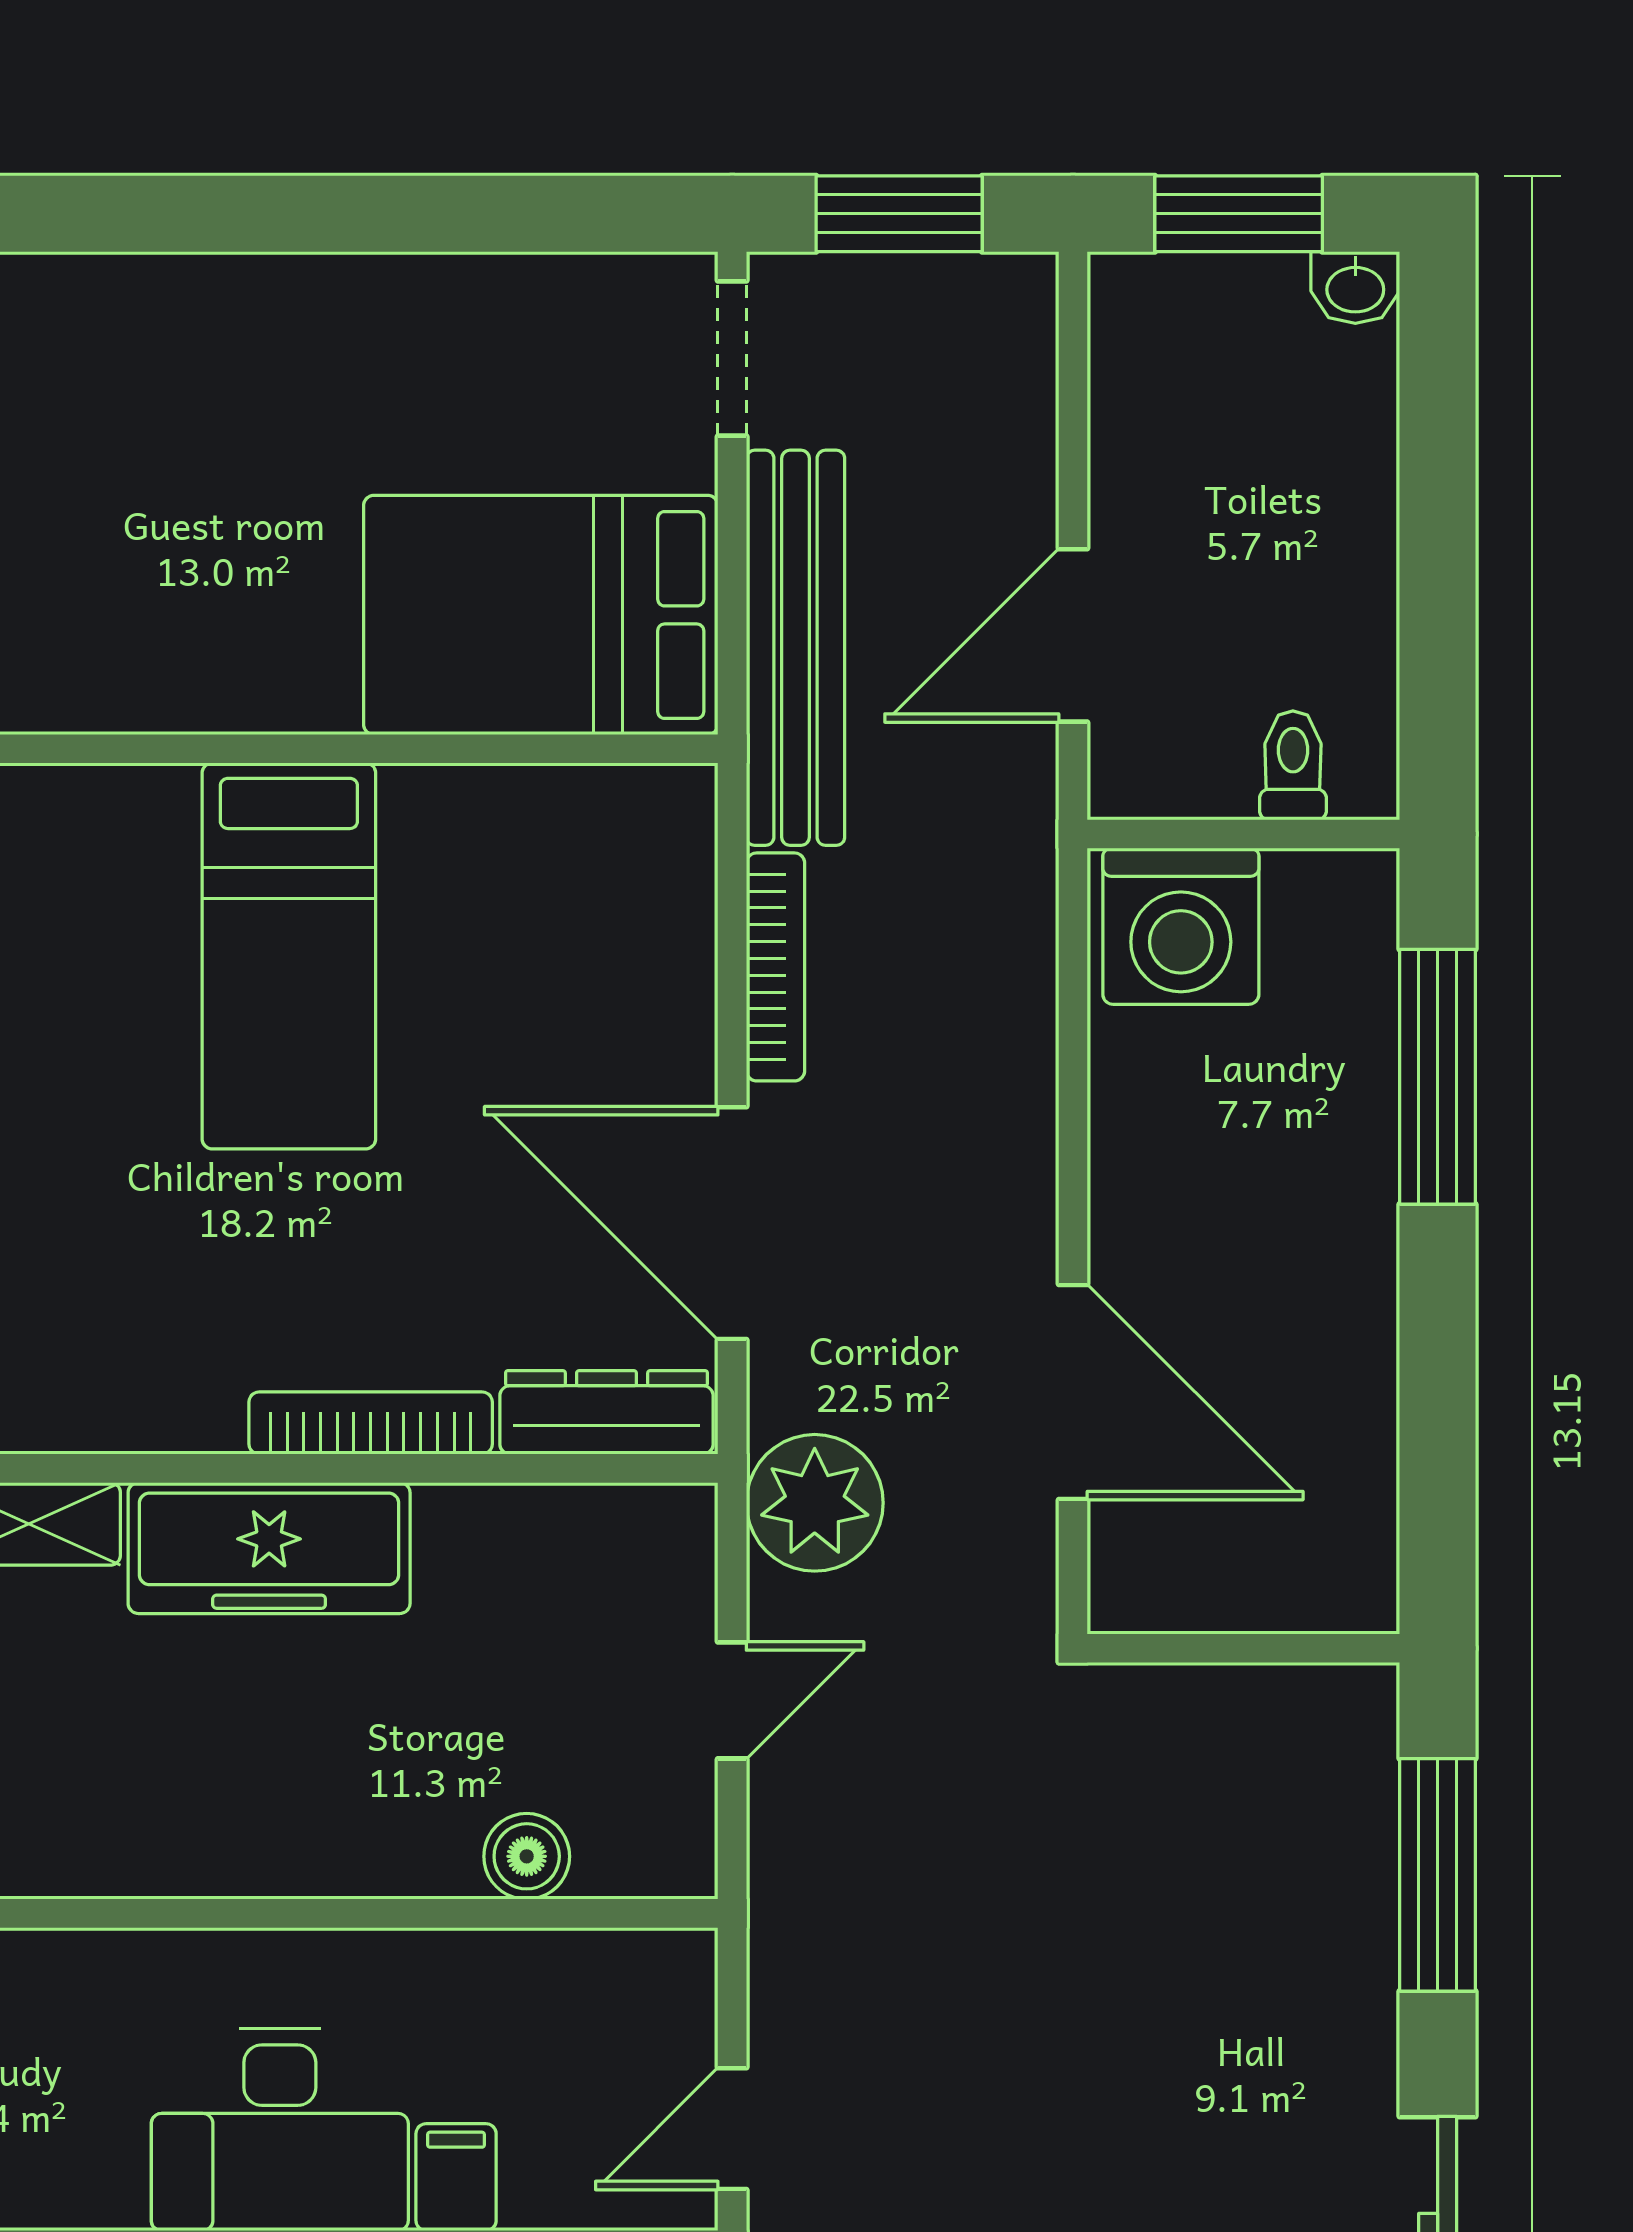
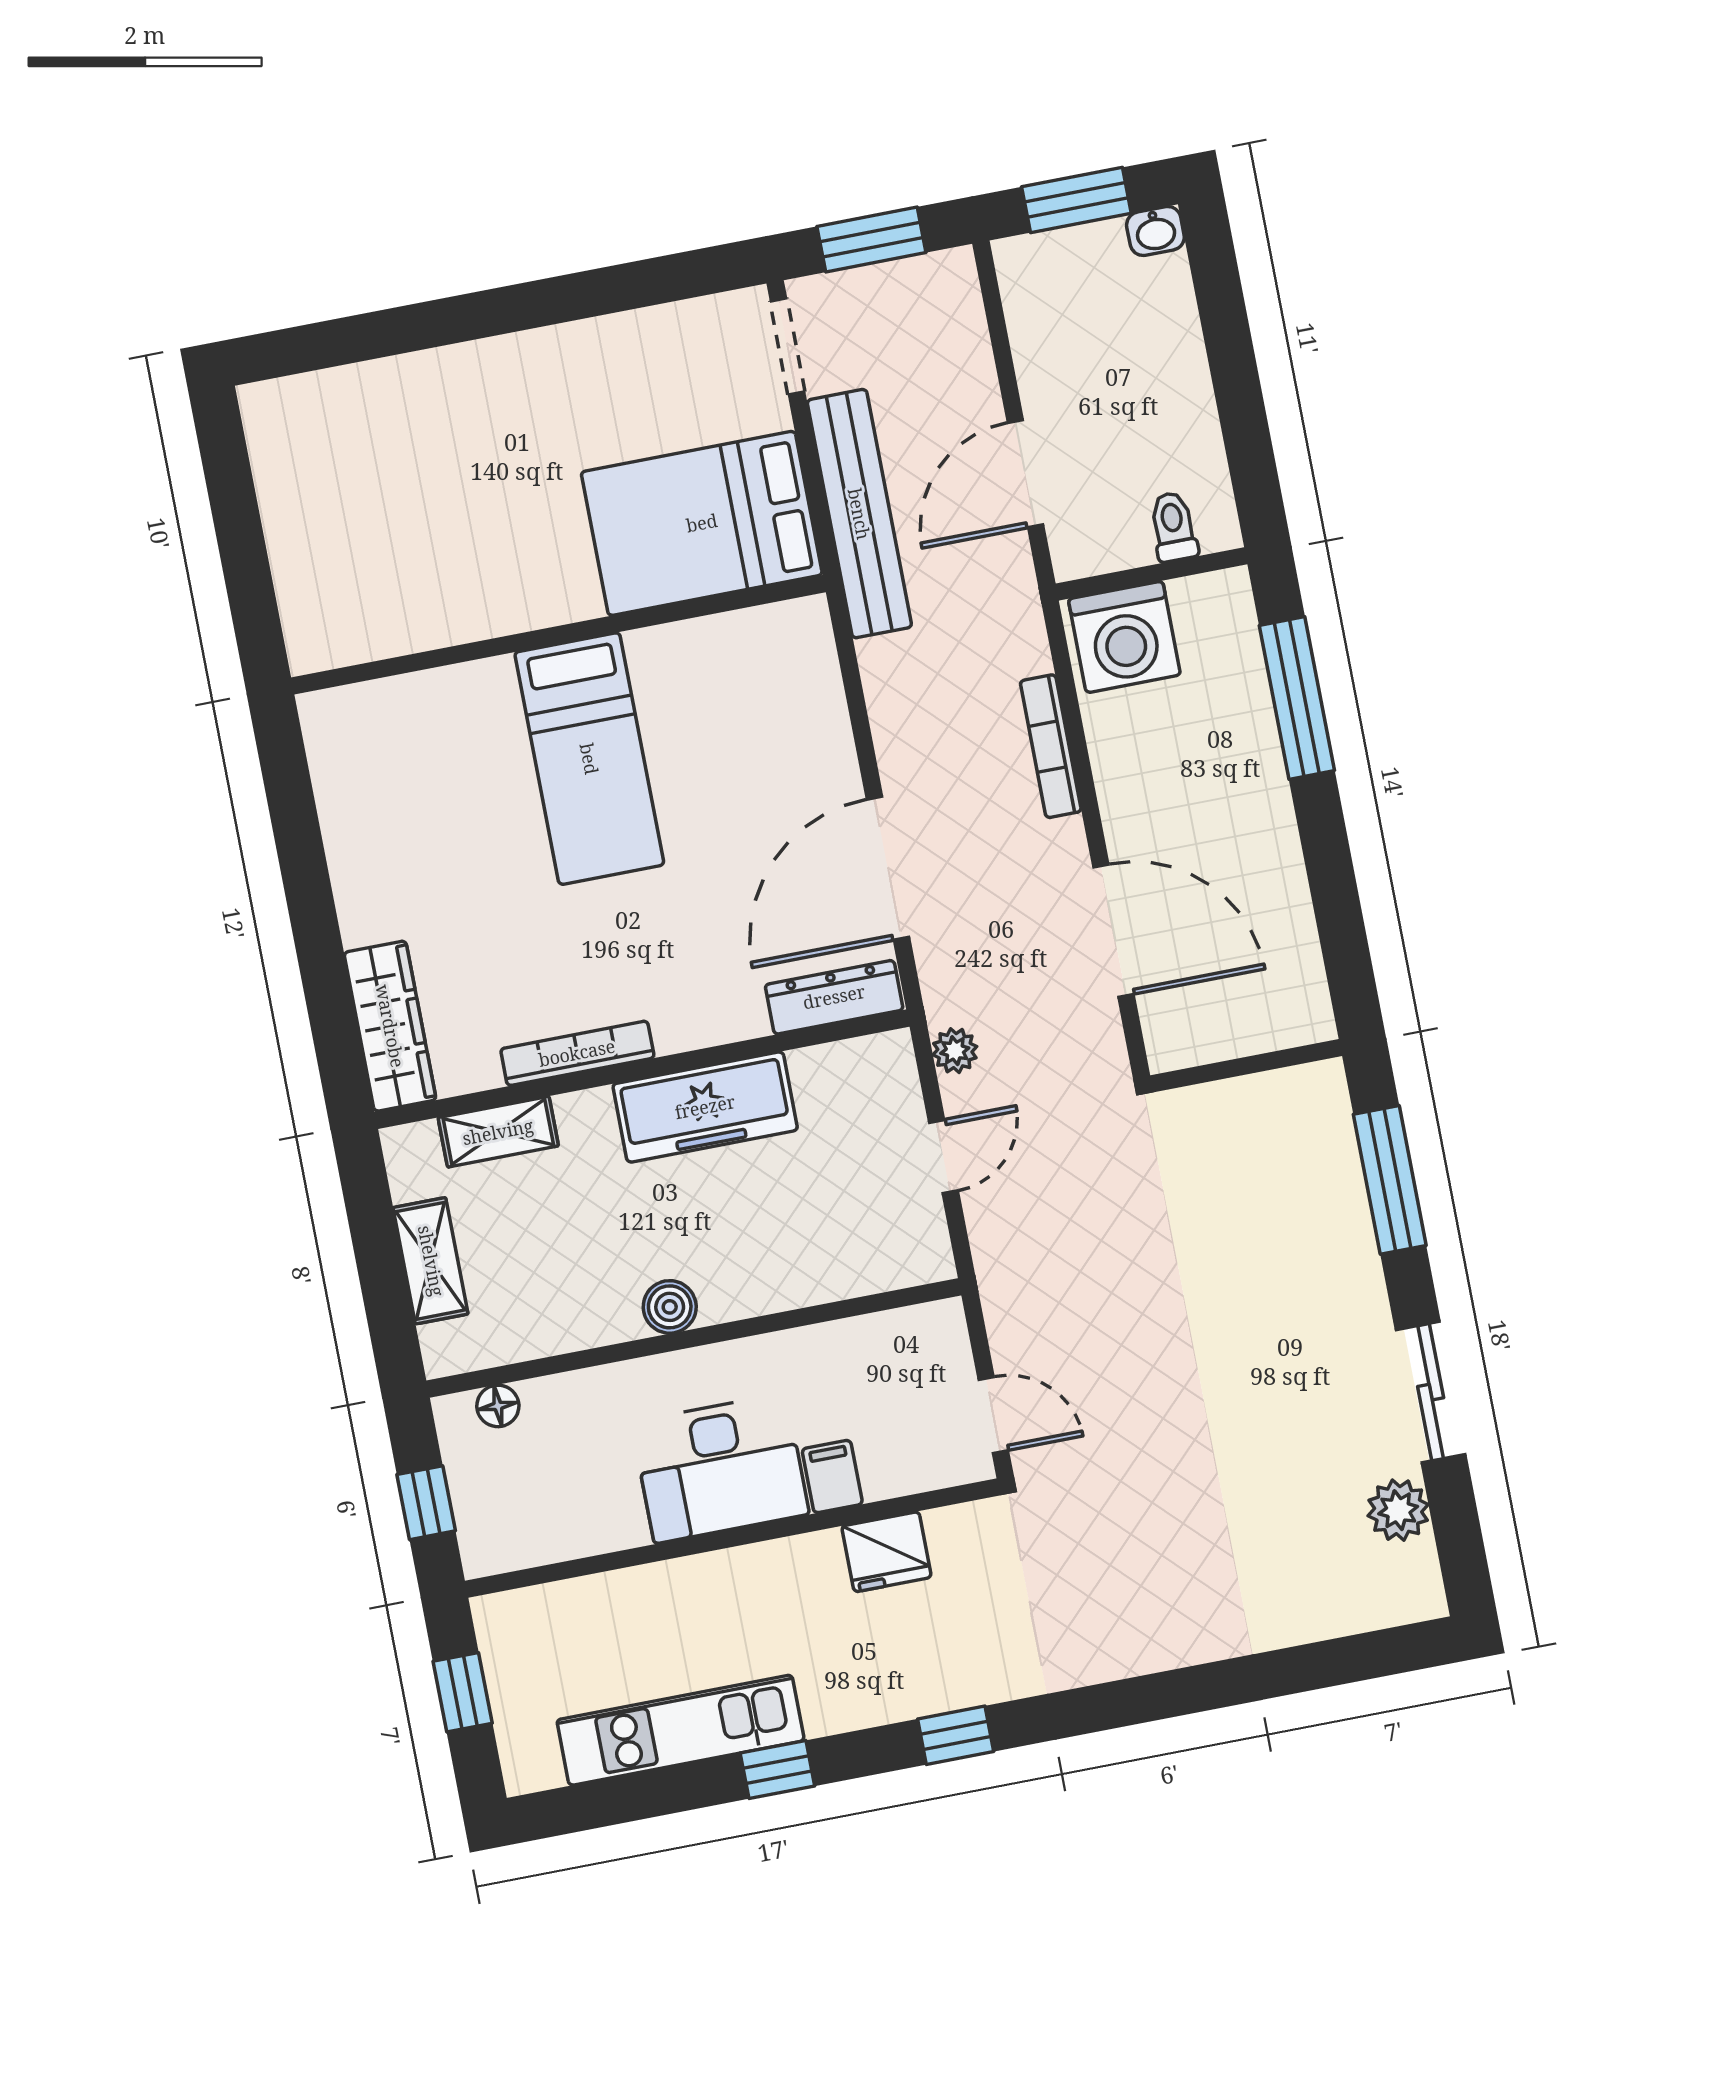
bookcase: (776, 967) -> (1051, 746), moved, turned 180
door: (732, 1223) -> (888, 868), hinge flipped
bookcase: (371, 1423) -> (577, 1053), moved
plant: (815, 1503) -> (955, 1051), width x0.53, depth x0.53
freezer: (269, 1548) -> (705, 1107), moved
boiler: (527, 1856) -> (670, 1307), moved
door: (732, 2129) -> (993, 1415), swing flipped

